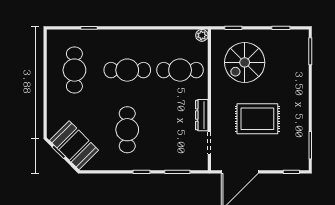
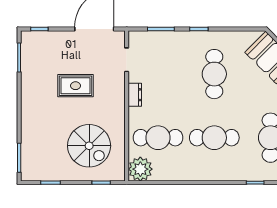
plant: (202, 35) -> (140, 169), width x1.88, depth x1.88
spiral stairs: (245, 62) -> (89, 146), turned 90
dresser: (202, 115) -> (135, 95), width x0.70
rug: (257, 119) -> (76, 86), width x0.73, depth x0.70

